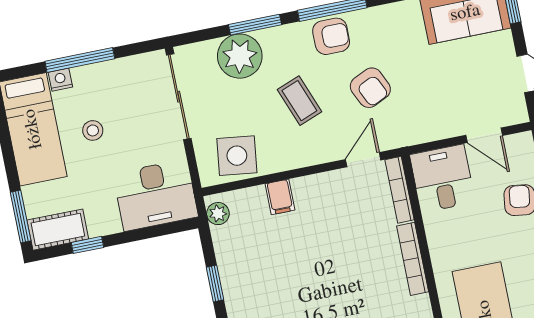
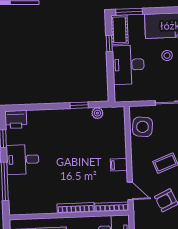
desk: (156, 195) -> (128, 65), moved
filing cabinet: (280, 197) -> (119, 165), moved
plant: (218, 214) -> (97, 113), moved

